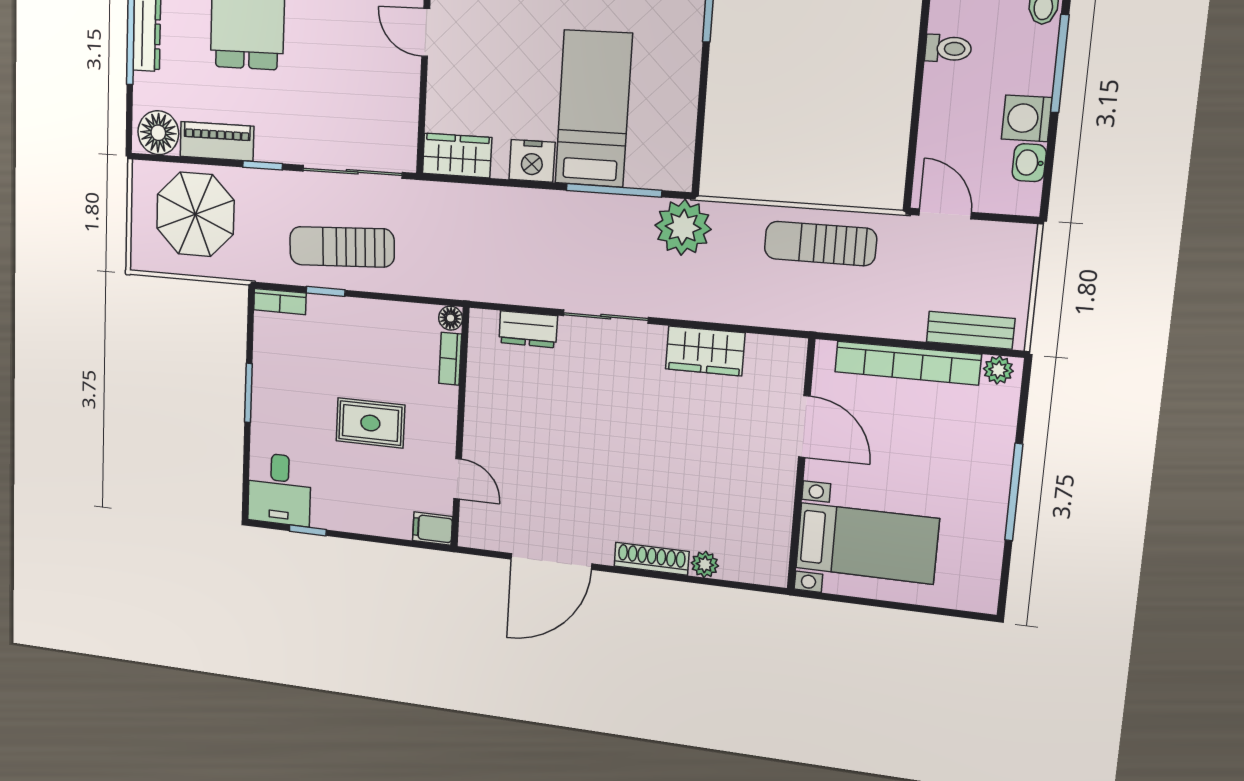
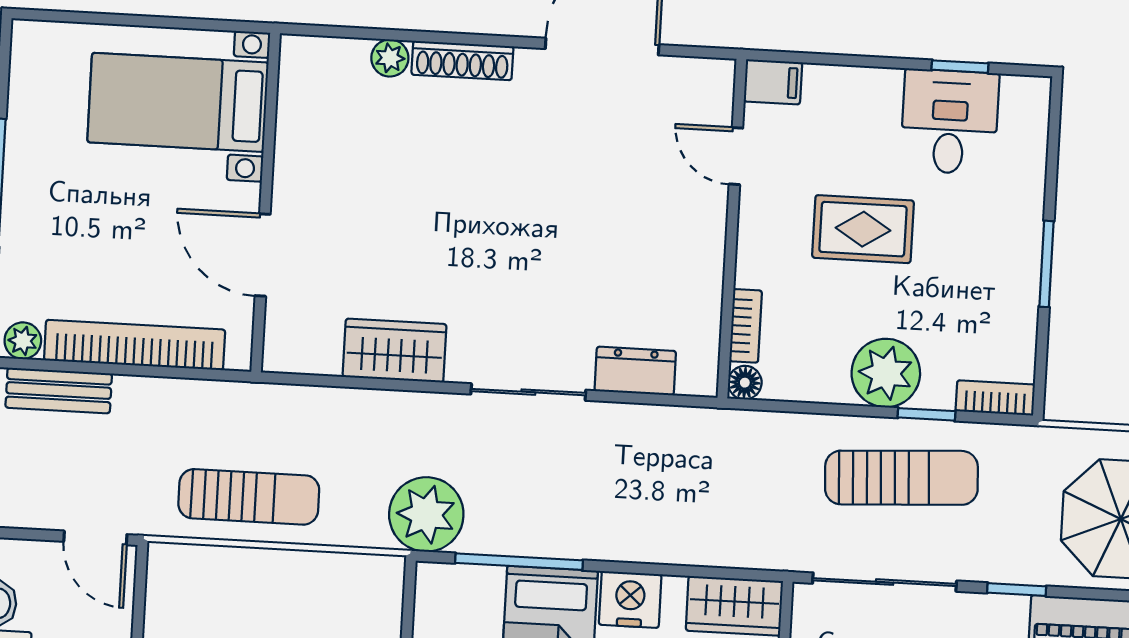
plant: (353, 322) -> (886, 373), added
desk: (279, 489) -> (950, 122), moved

